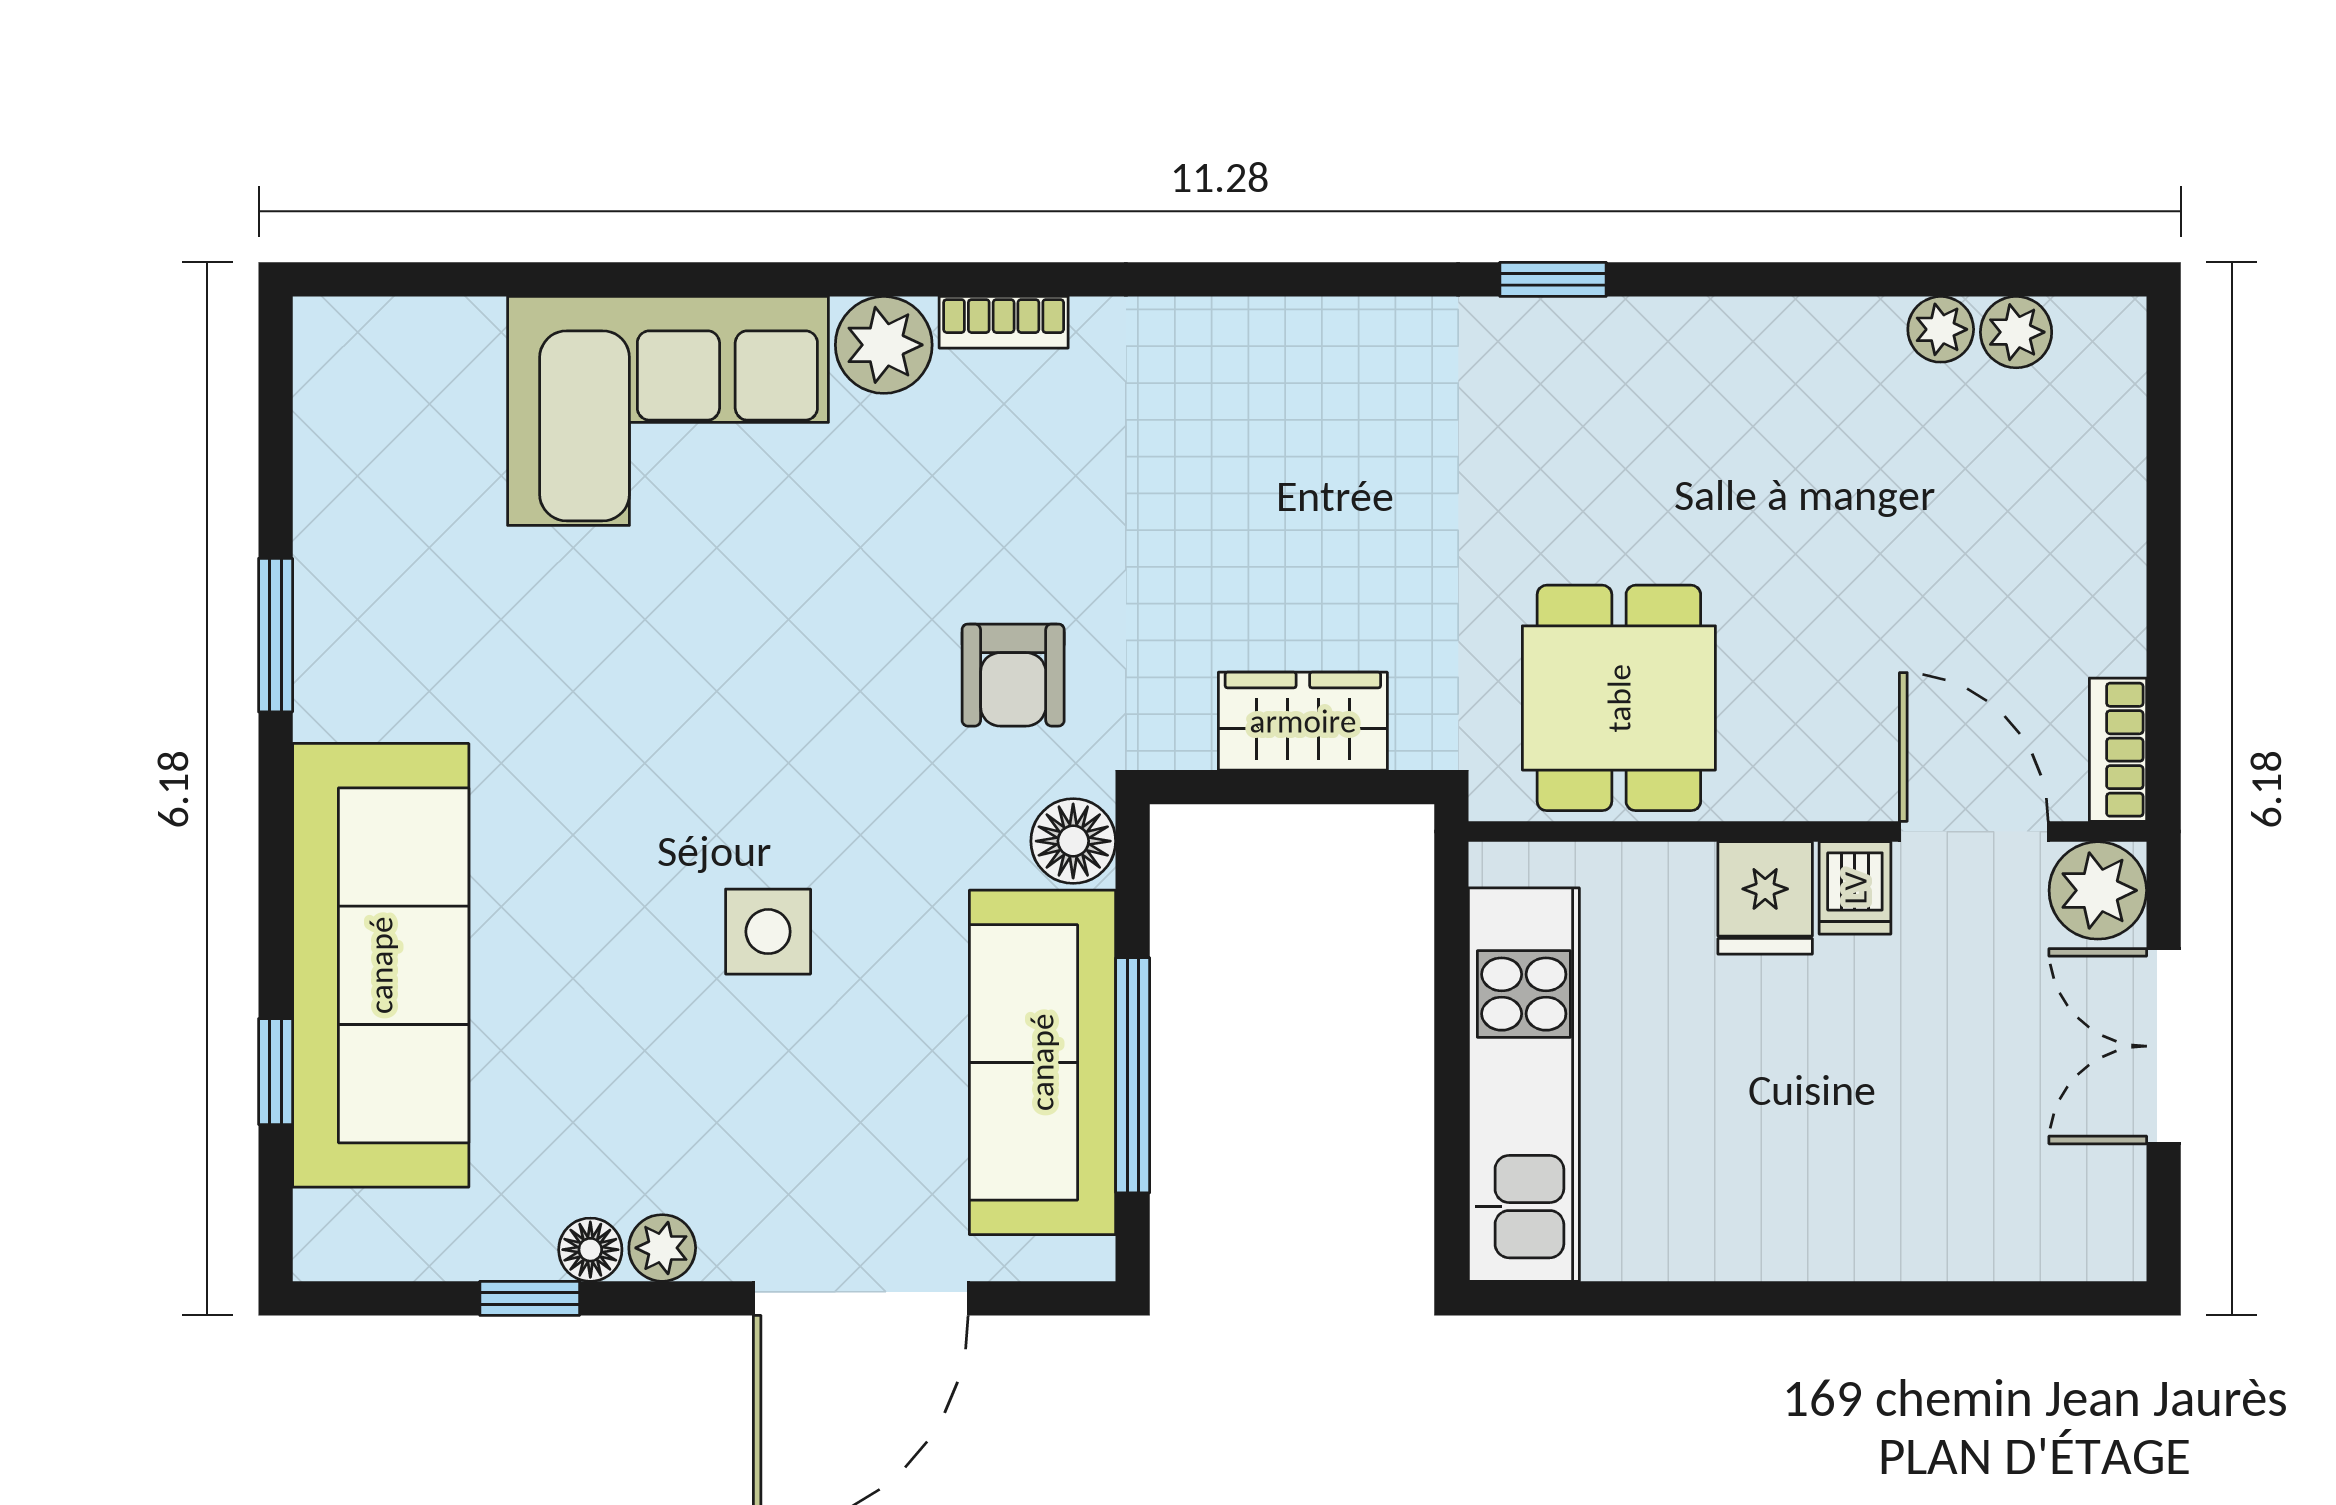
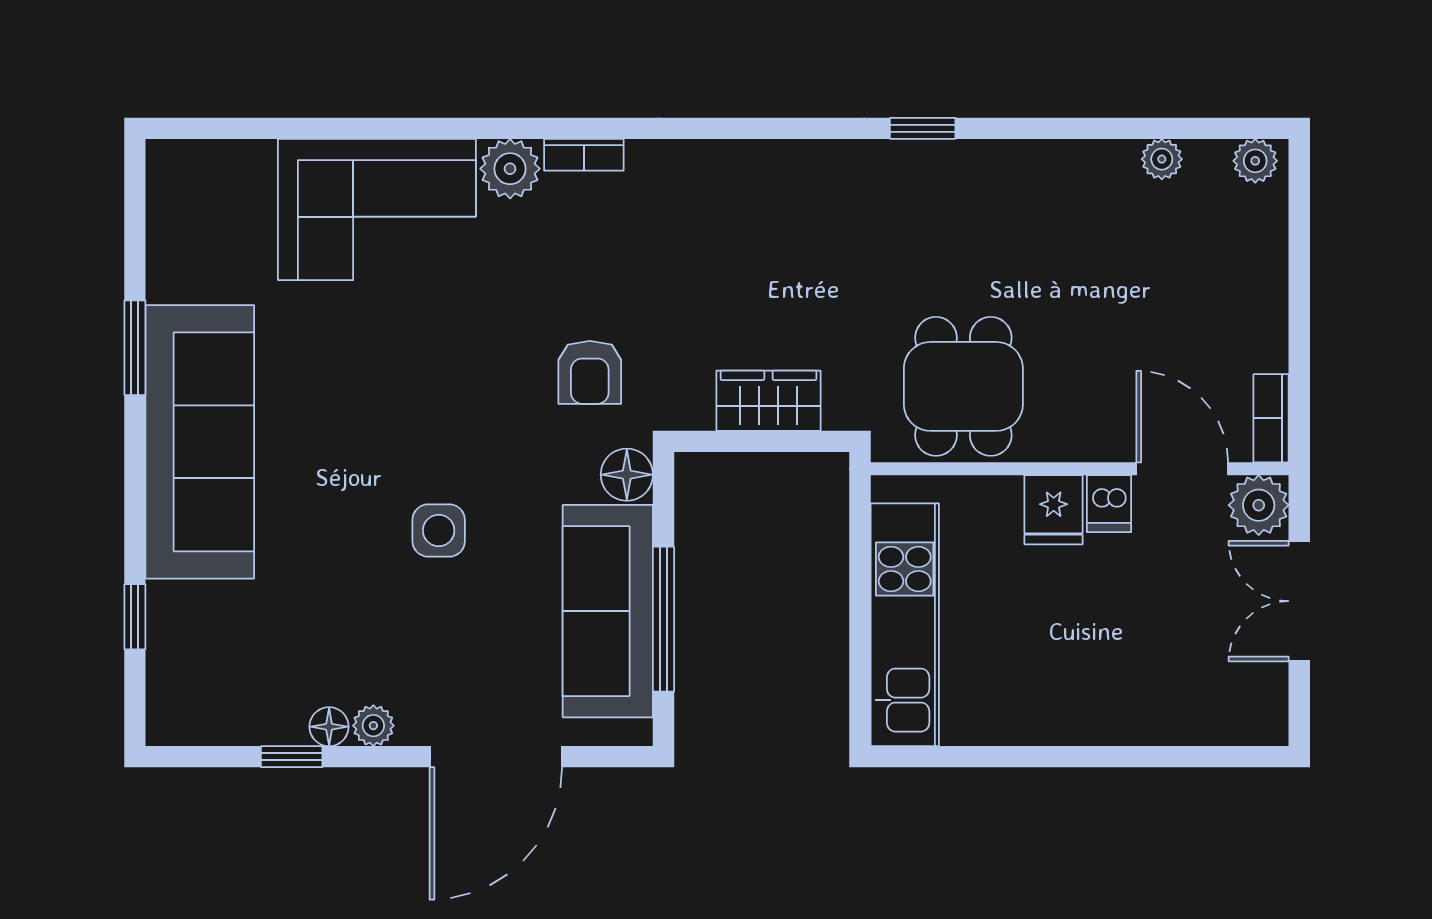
plant: (2016, 332) -> (1255, 161), moved
sofa: (381, 965) -> (200, 442), moved

